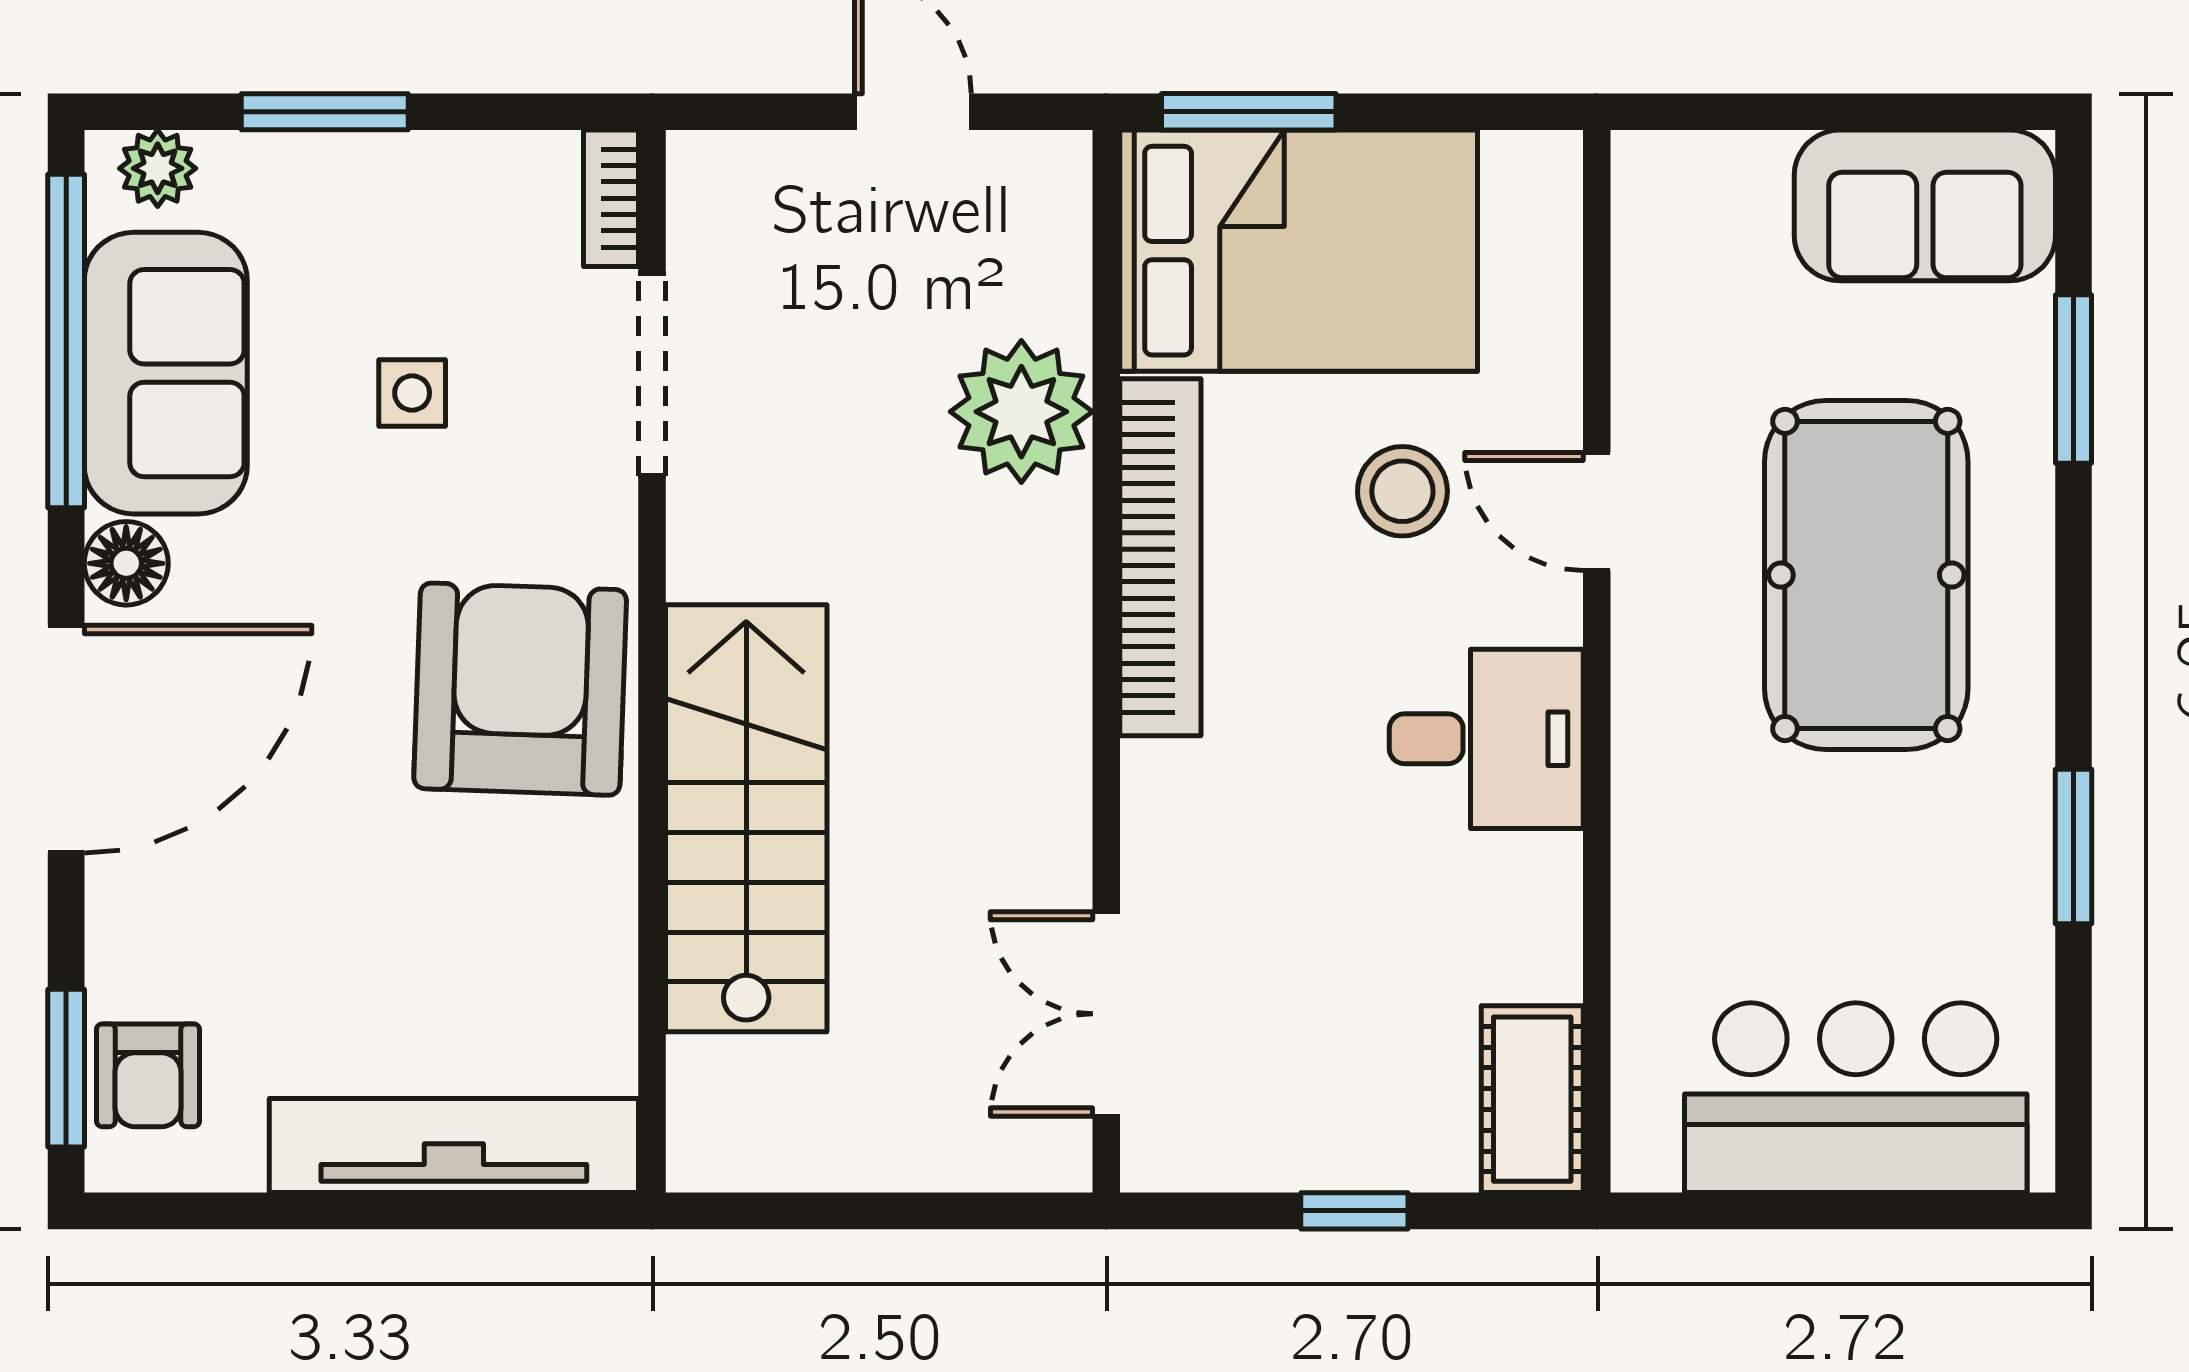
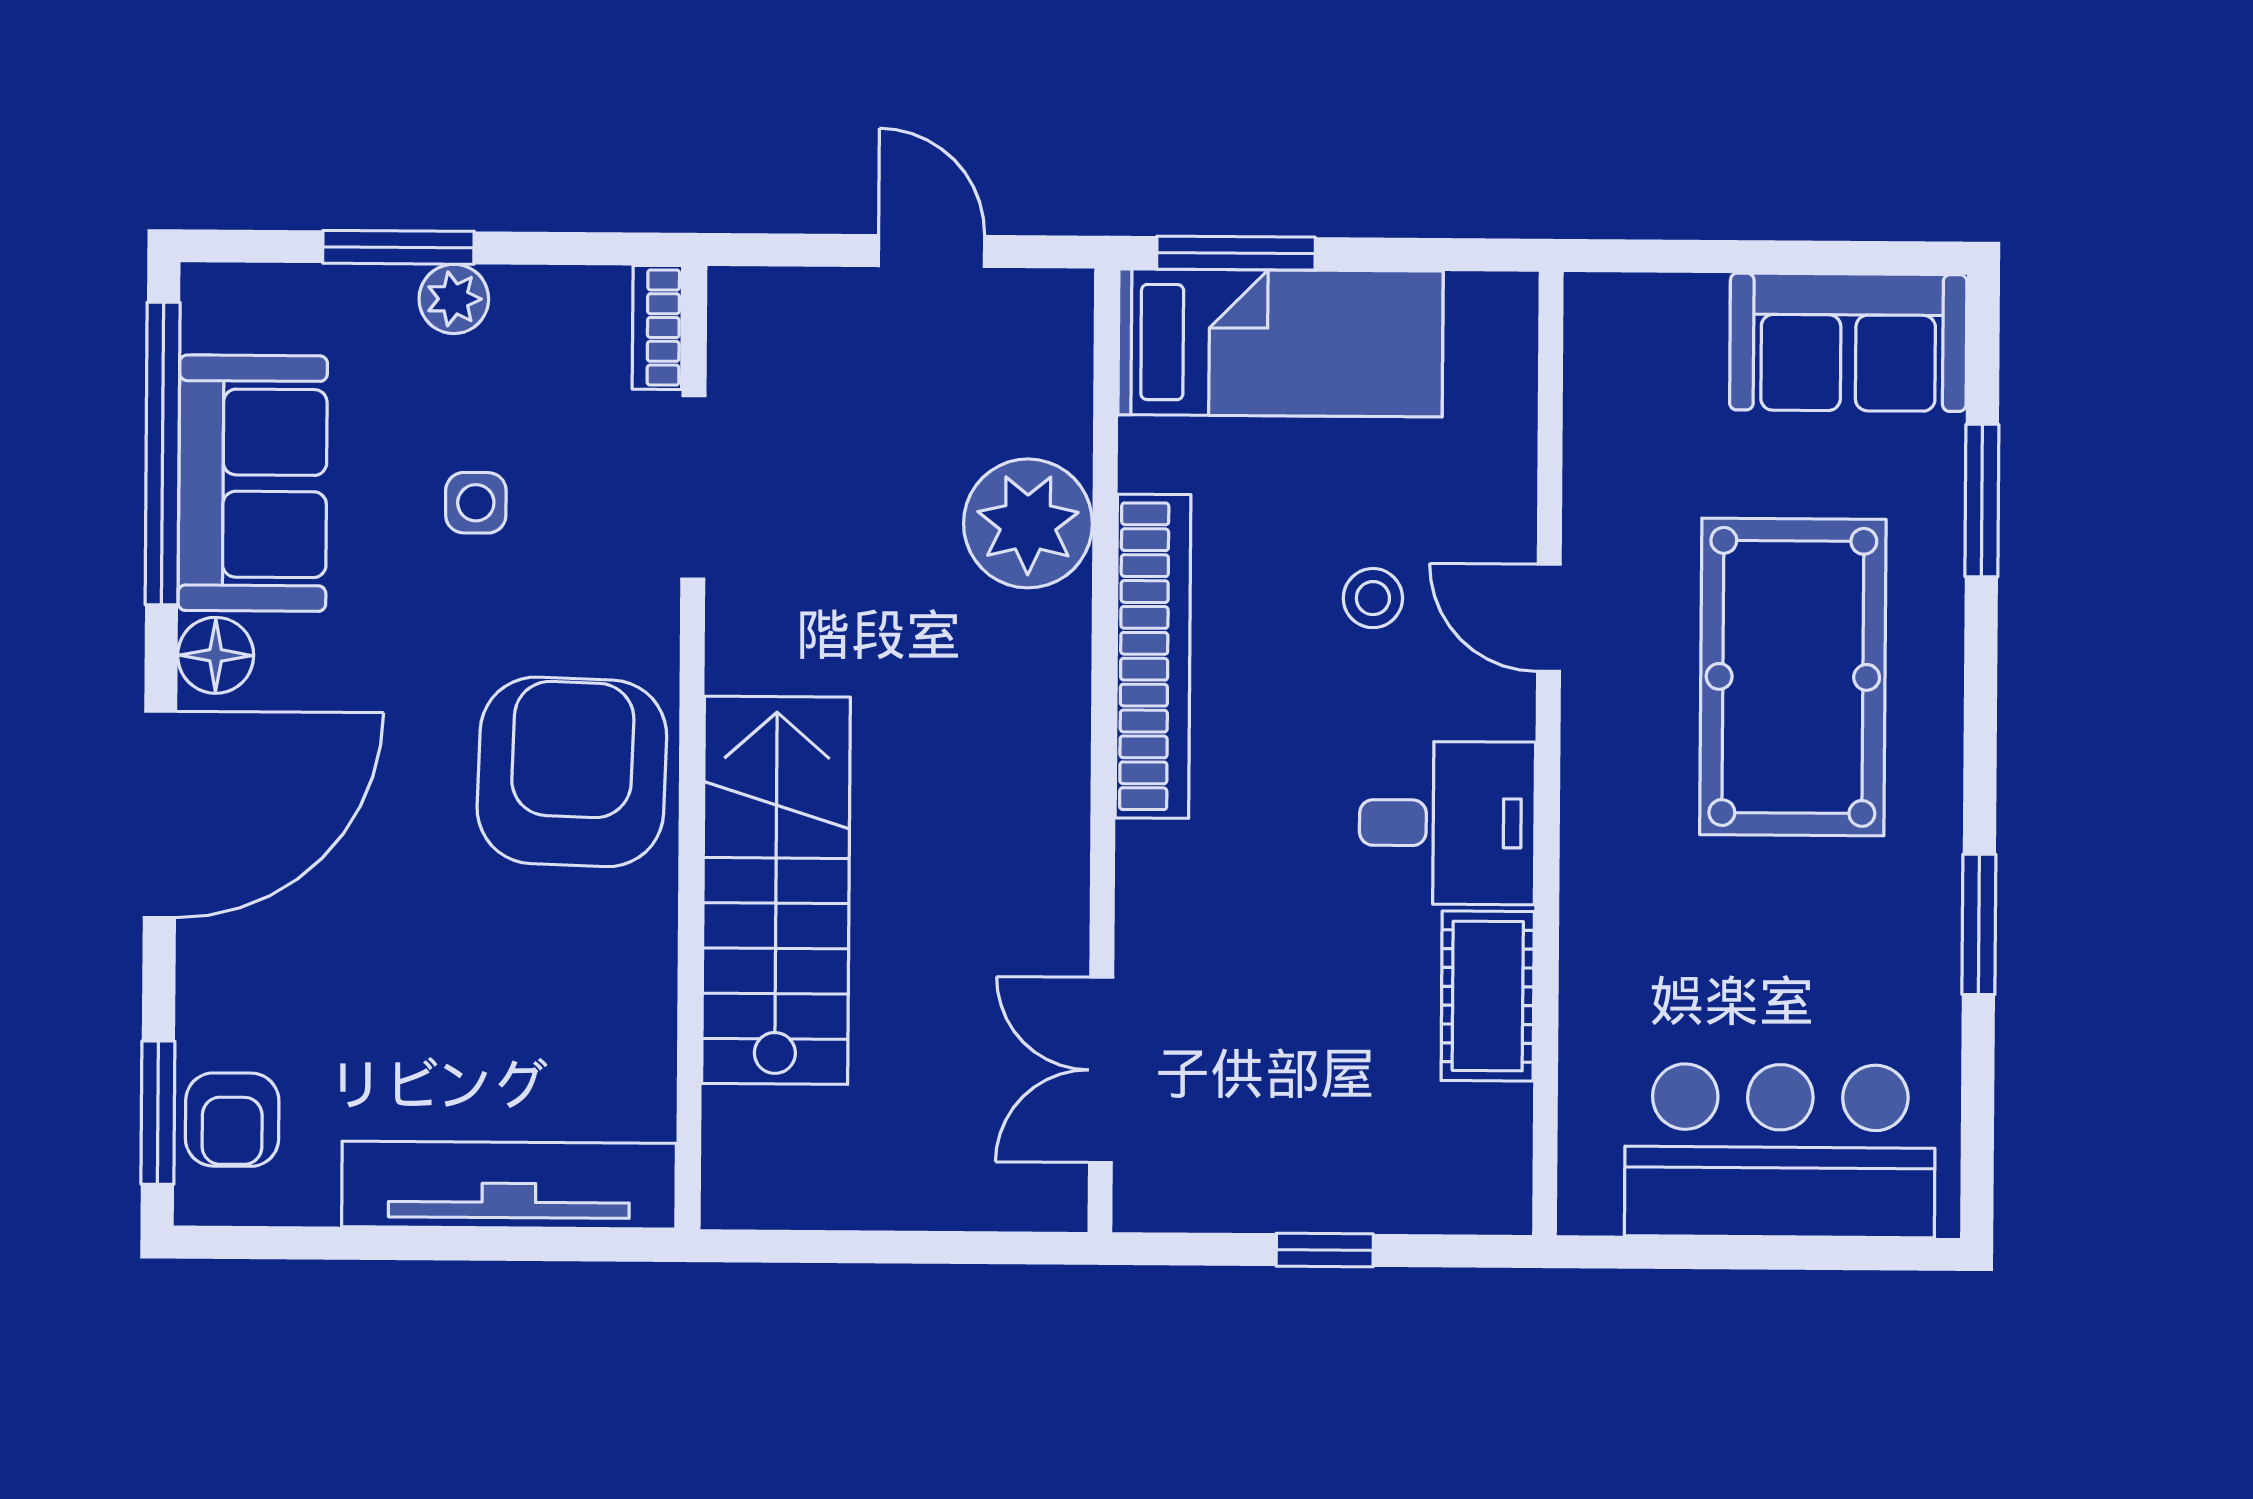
plant: (158, 168) -> (454, 299), moved
bed: (1299, 251) -> (1281, 343), width x0.67
stool: (1402, 491) -> (1373, 598), width x0.73, depth x0.73
cot: (1532, 1099) -> (1488, 996), moved

